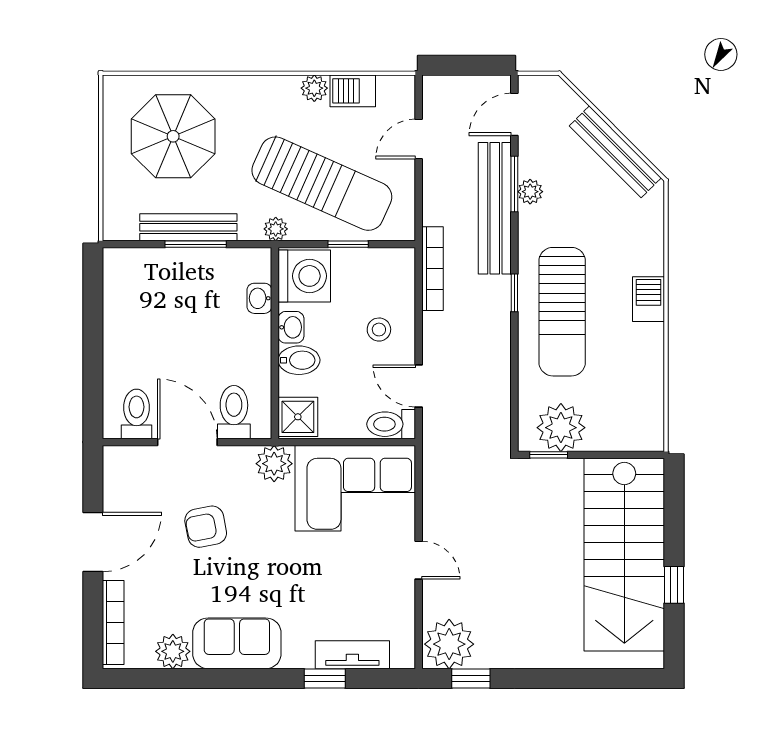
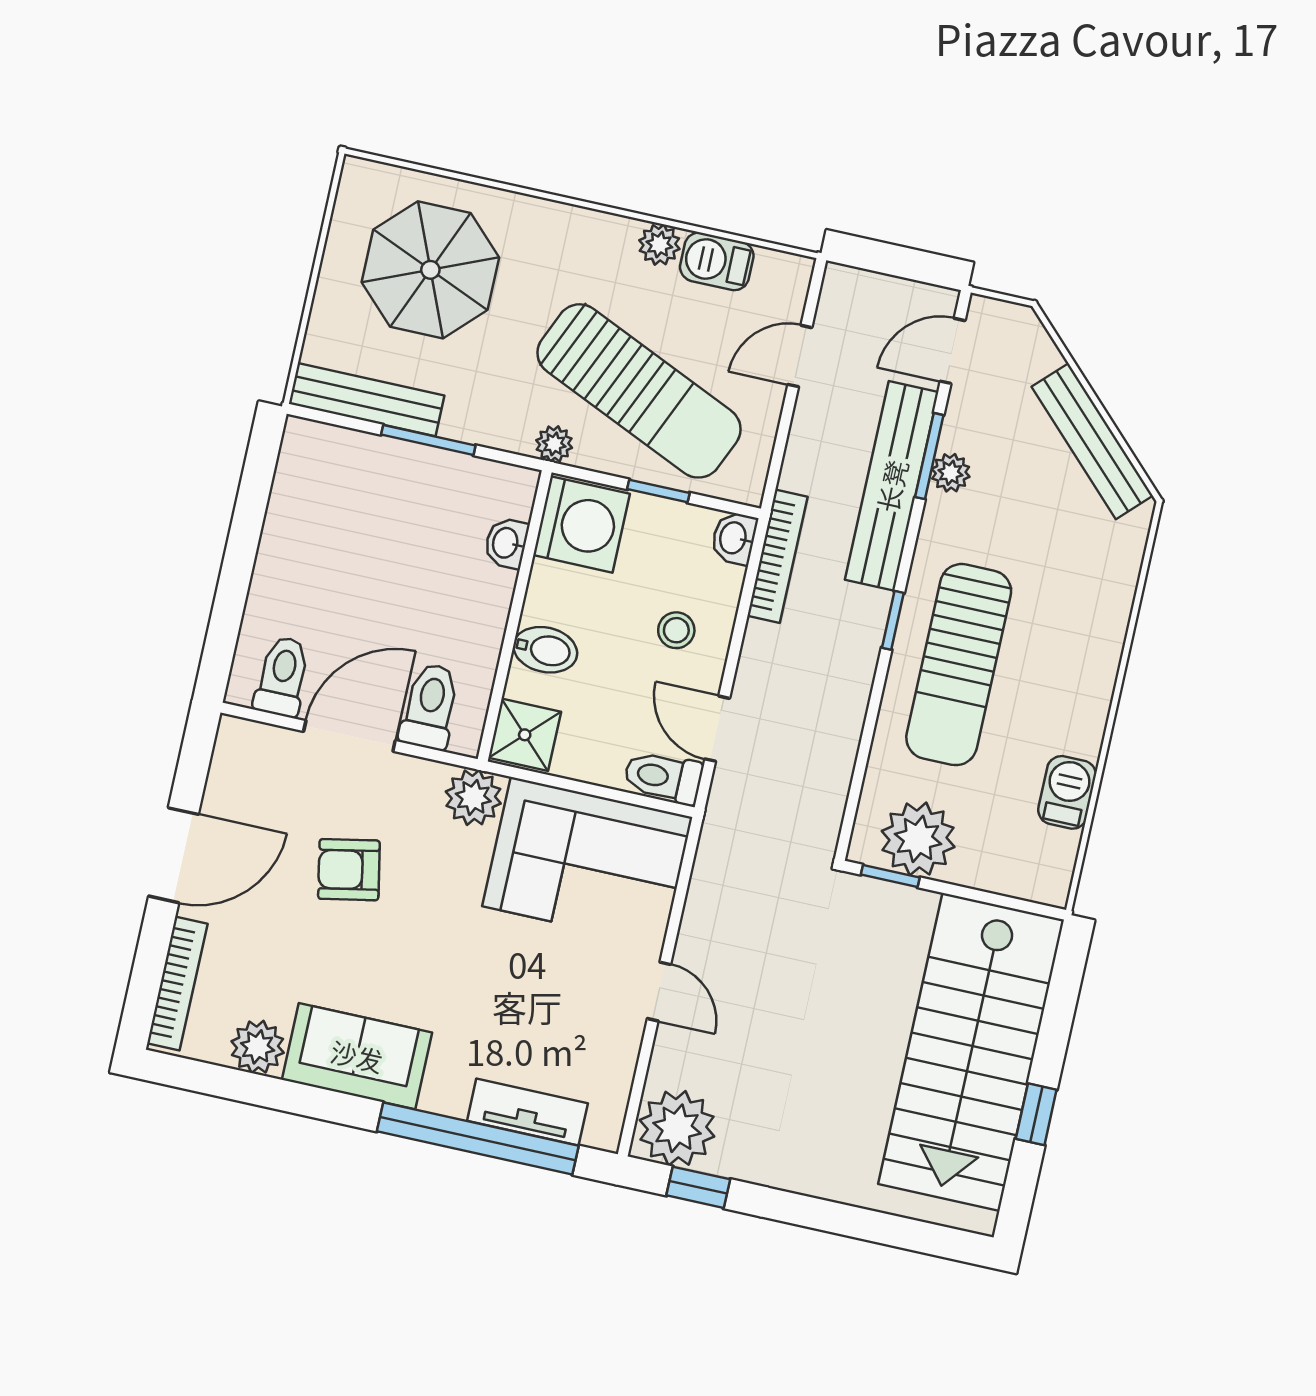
bench: (188, 227) -> (367, 400), moved
barbecue: (649, 299) -> (1067, 792), moved
washbasin: (291, 327) -> (734, 538), moved, turned 180
door: (187, 442) -> (349, 736), hinge flipped
window: (325, 678) -> (478, 1138), width x3.17

